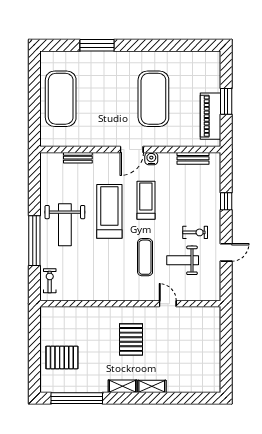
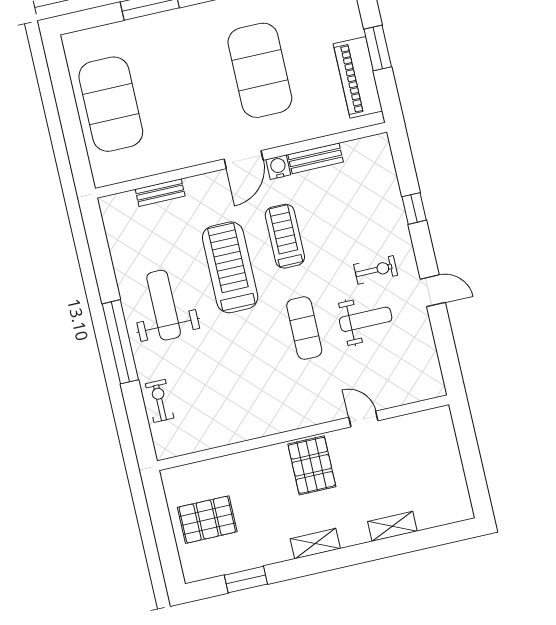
bench: (193, 158) -> (316, 158), moved
weight bench: (65, 225) -> (164, 305), turned 180
door: (226, 252) -> (433, 291), hinge flipped
weight bench: (183, 260) -> (366, 319), turned 180
wall: (130, 304) -> (303, 433), moved
door: (168, 304) -> (363, 419), moved
shelving: (152, 386) -> (392, 526), moved
window: (77, 398) -> (246, 580), width x0.47

